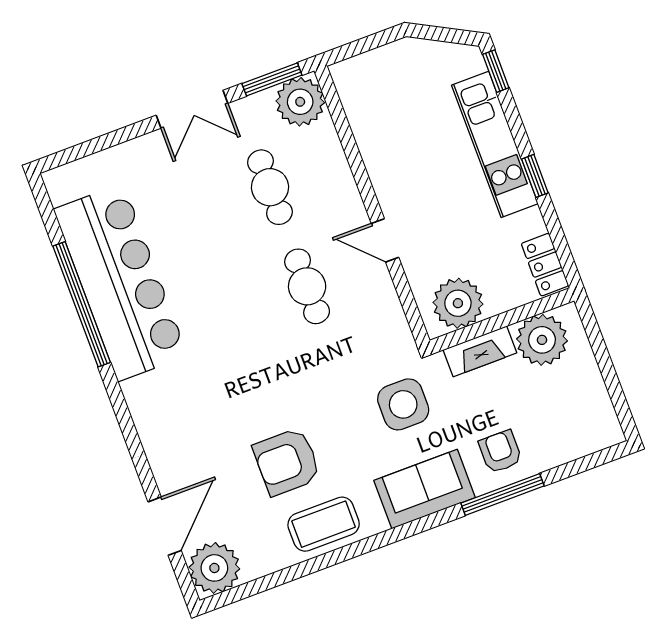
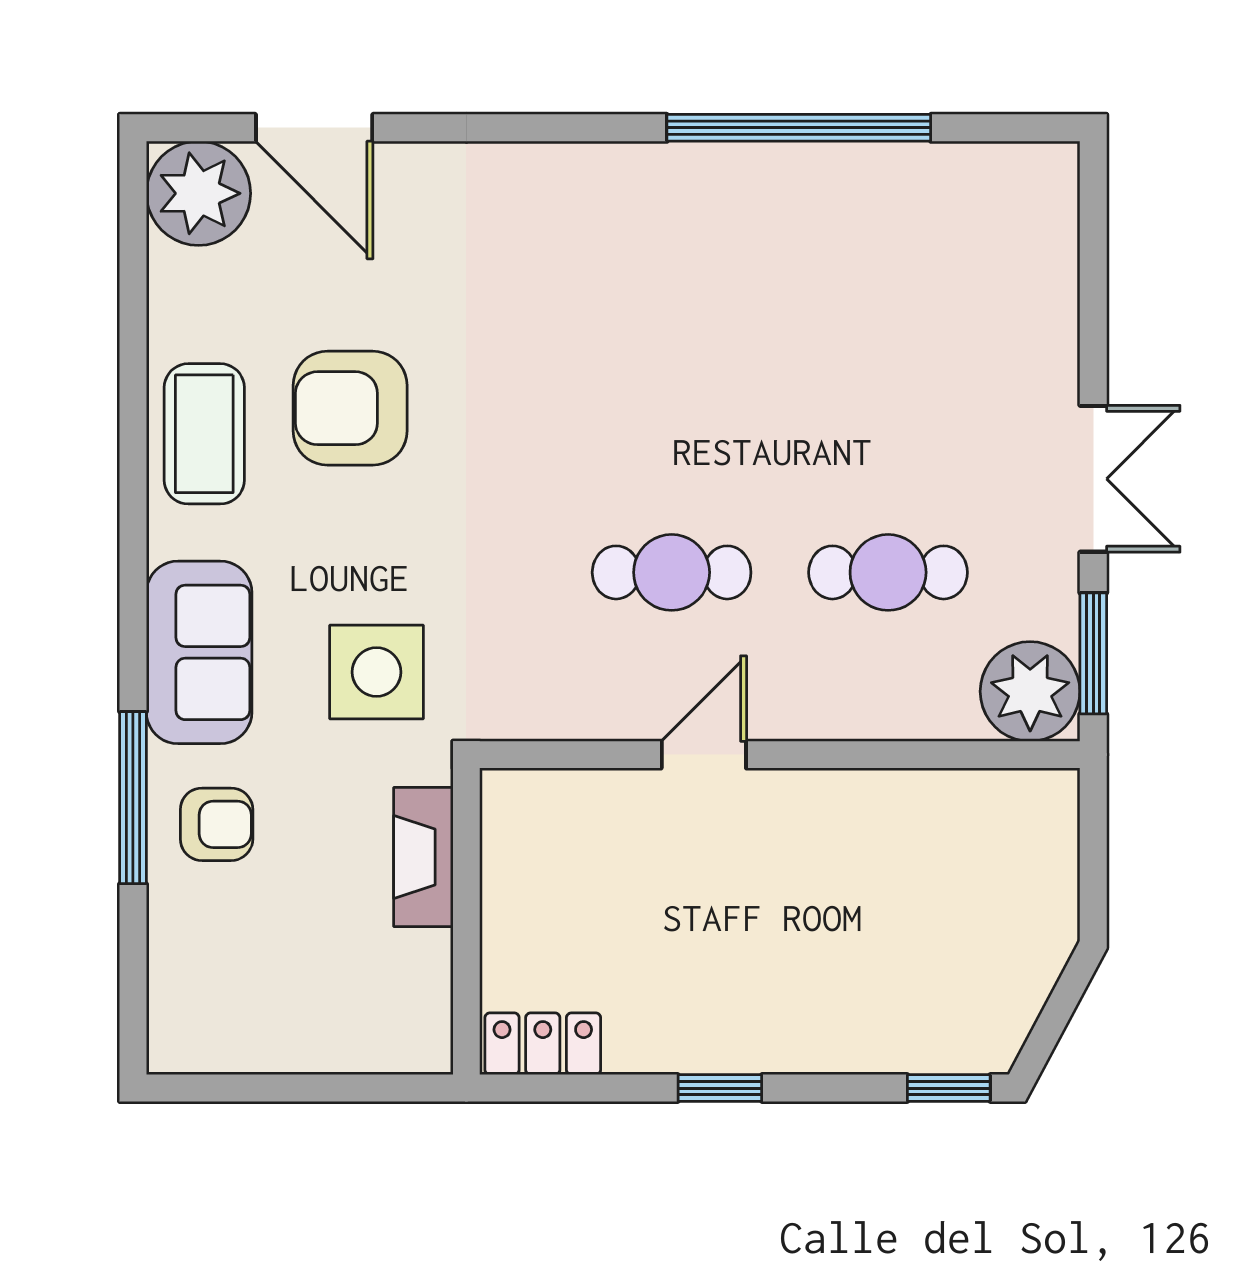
double door: (192, 109) -> (1093, 479), swing flipped
kitchen unit: (495, 144) -> (809, 1034), removed
bar counter: (121, 282) -> (813, 218), removed
plant: (458, 303) -> (531, 849), removed
plant: (542, 340) -> (401, 984), removed
armchair: (287, 462) -> (350, 408), turned -90

